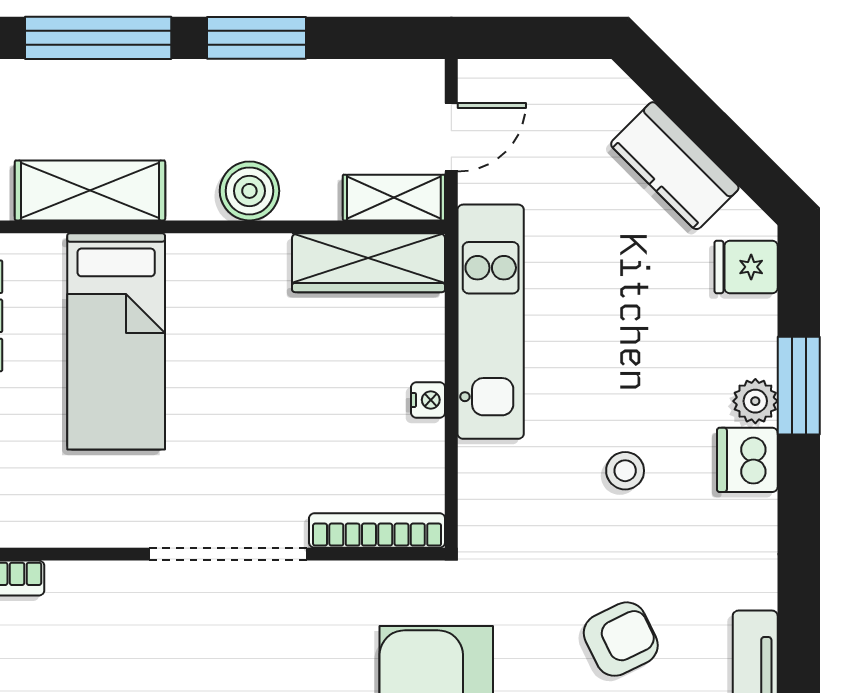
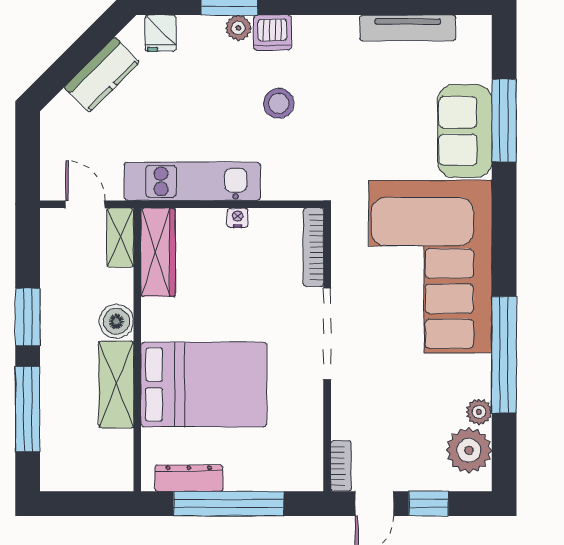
shelving: (90, 190) -> (116, 384), moved
bed: (116, 341) -> (204, 385), width x1.50
stool: (625, 471) -> (279, 103), width x1.37, depth x1.37
armchair: (621, 639) -> (376, 106), removed

